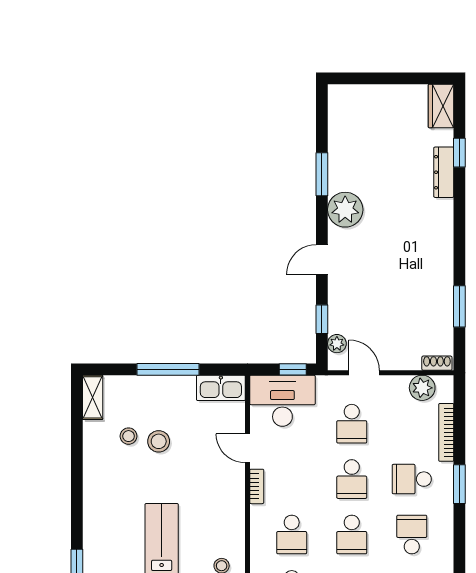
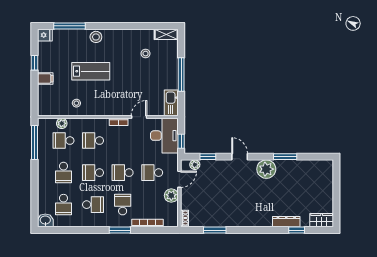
plant: (422, 388) -> (171, 196), moved
stool: (159, 441) -> (96, 37), moved

